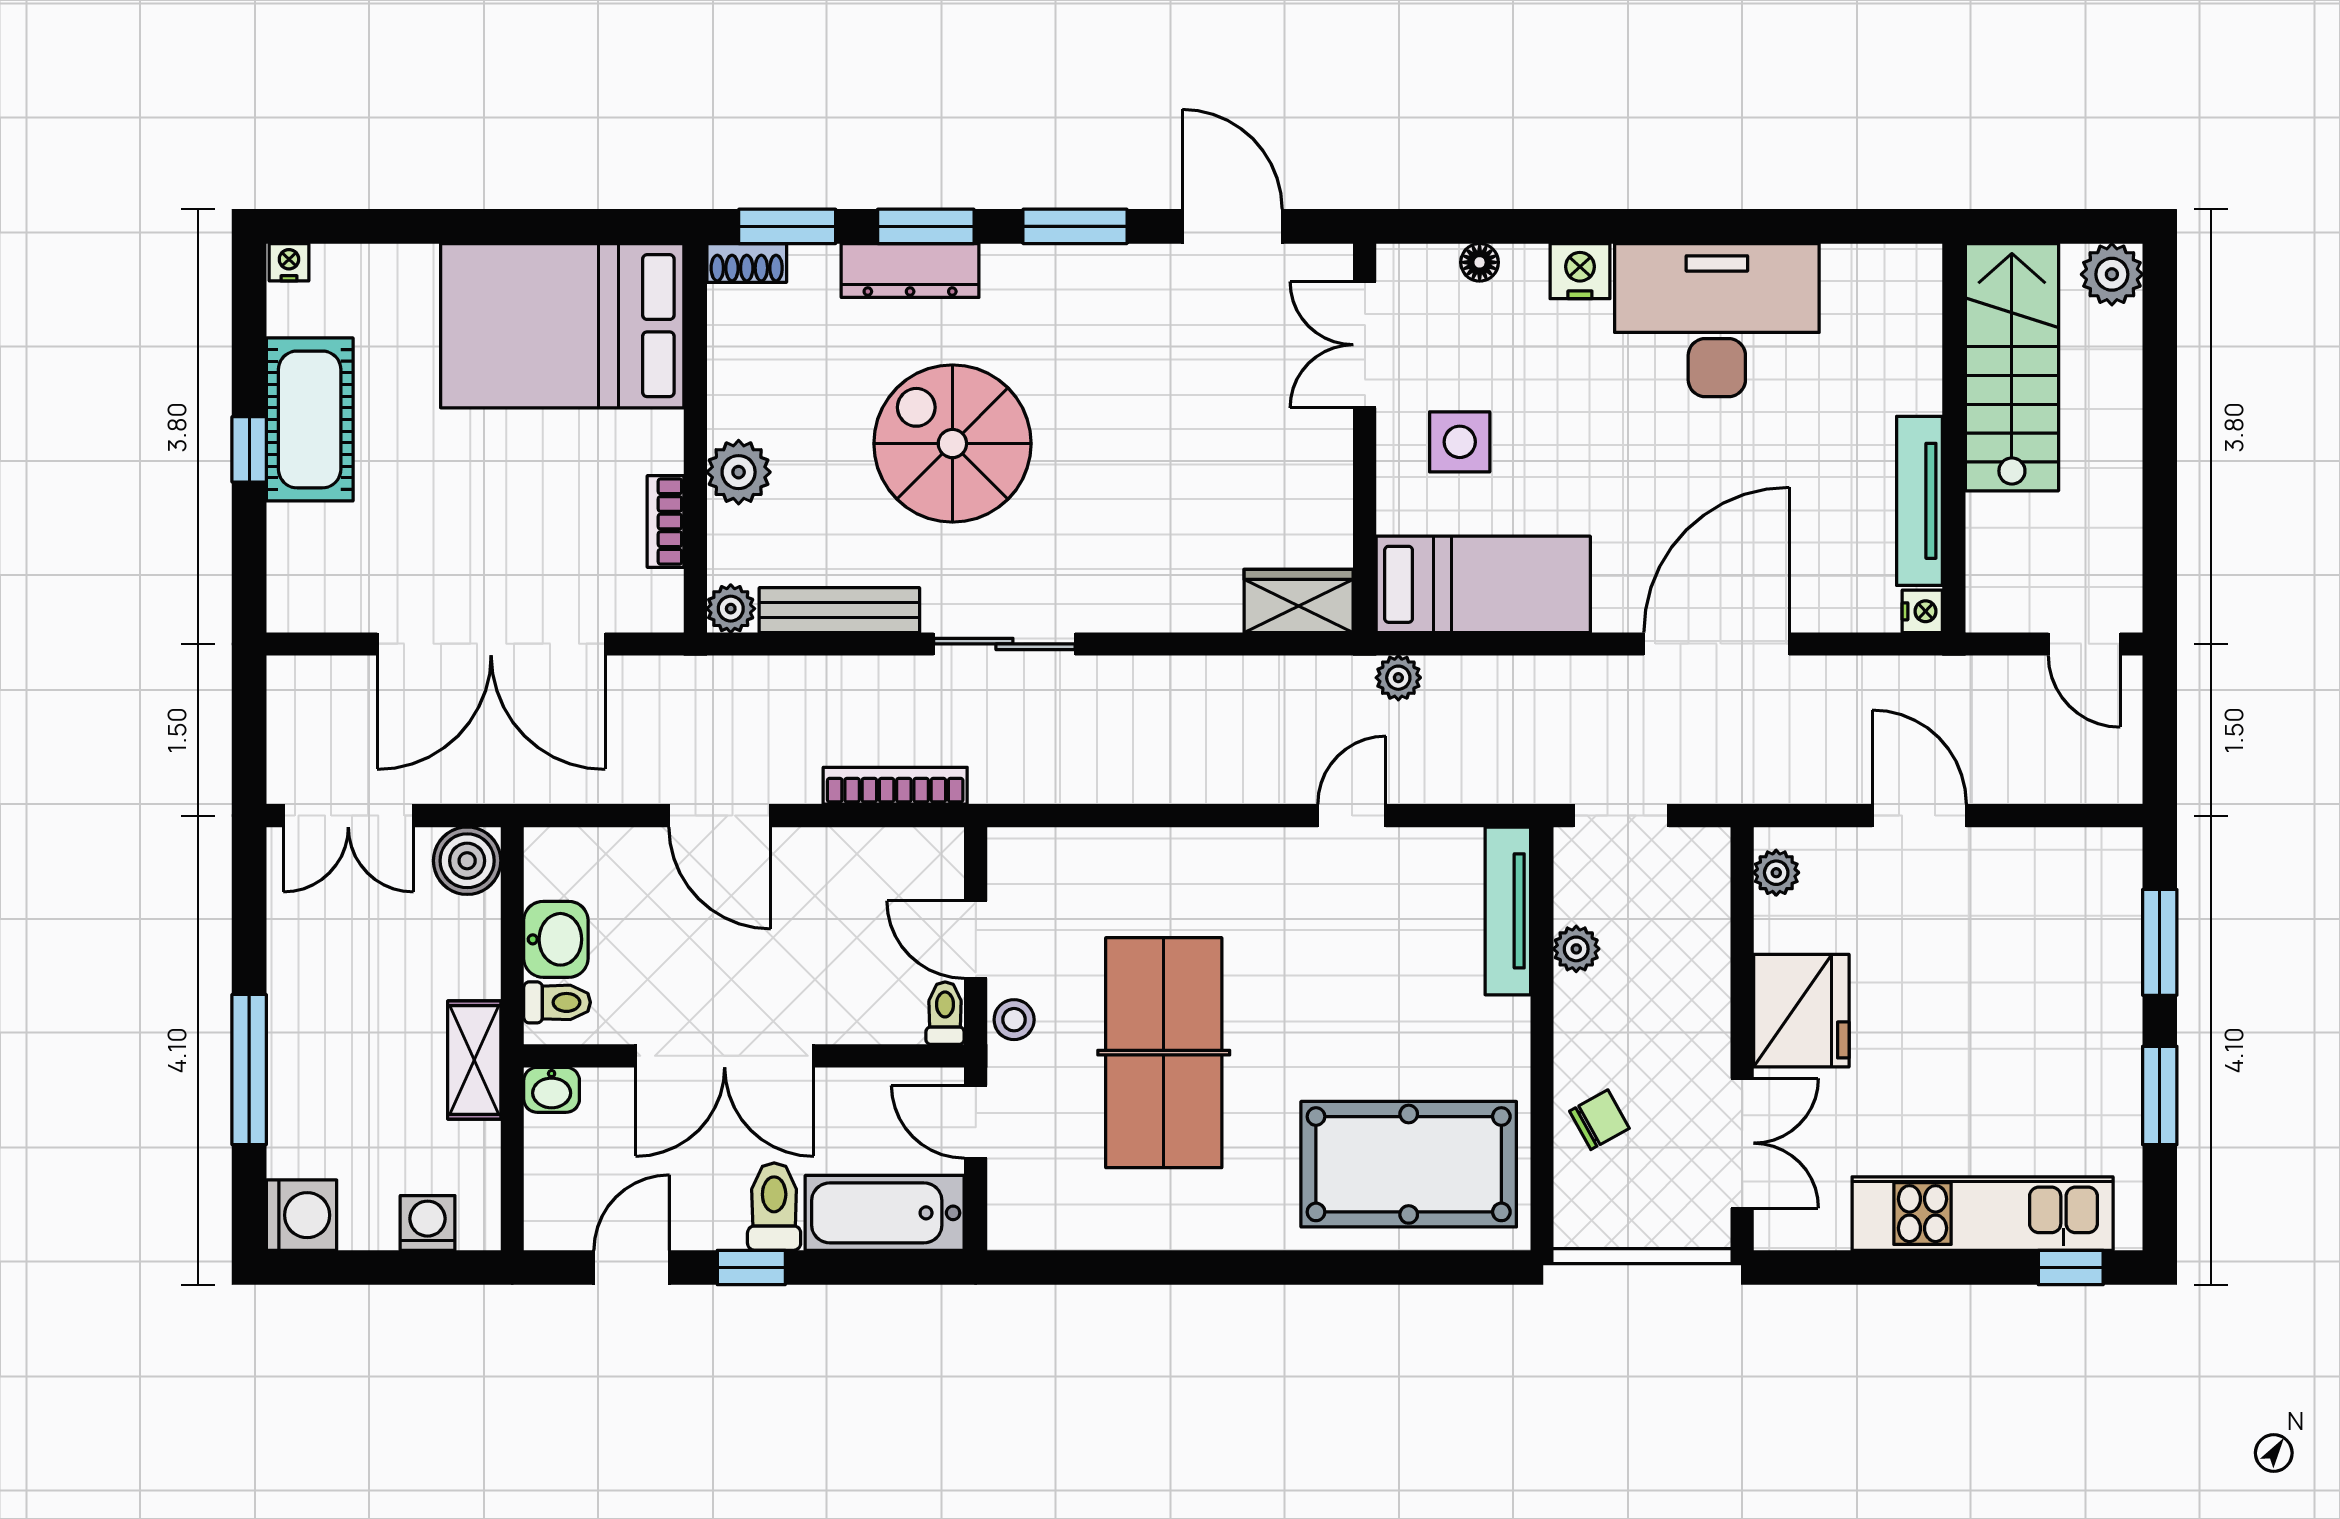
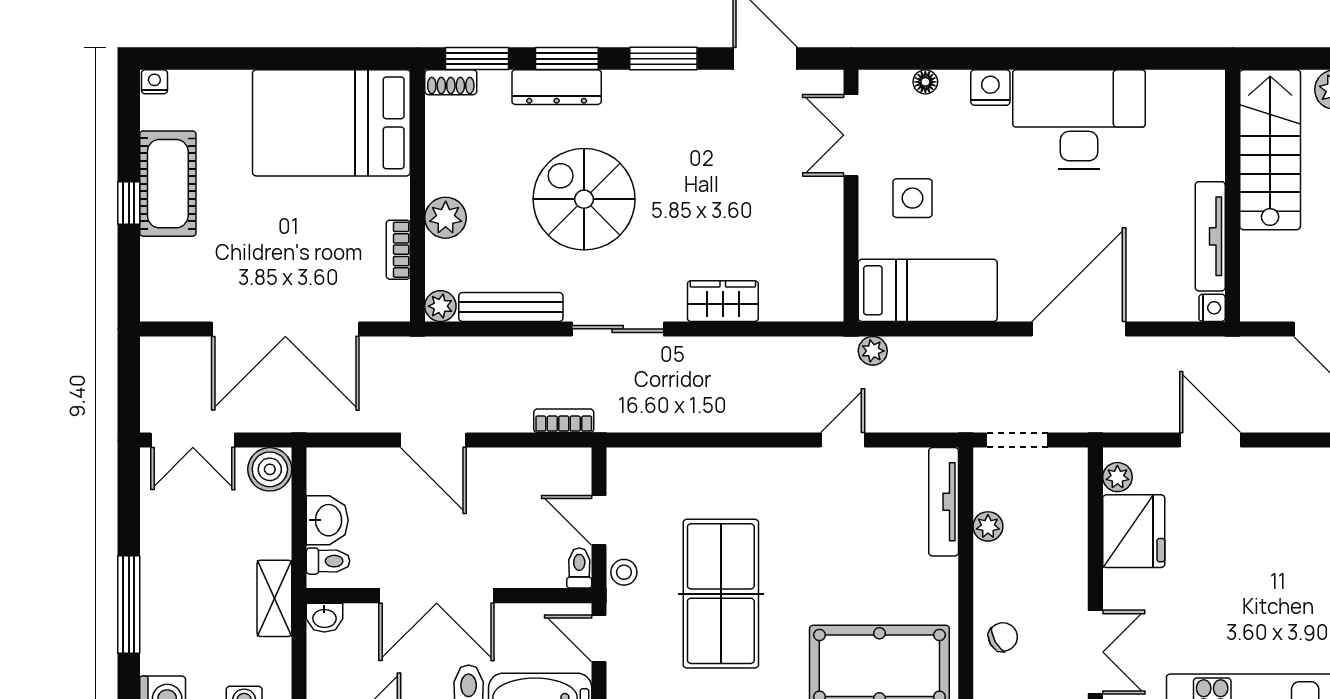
wardrobe: (1299, 601) -> (723, 301), moved
bookcase: (895, 786) -> (564, 421), width x0.64
fridge: (1801, 1011) -> (1134, 531), moved

